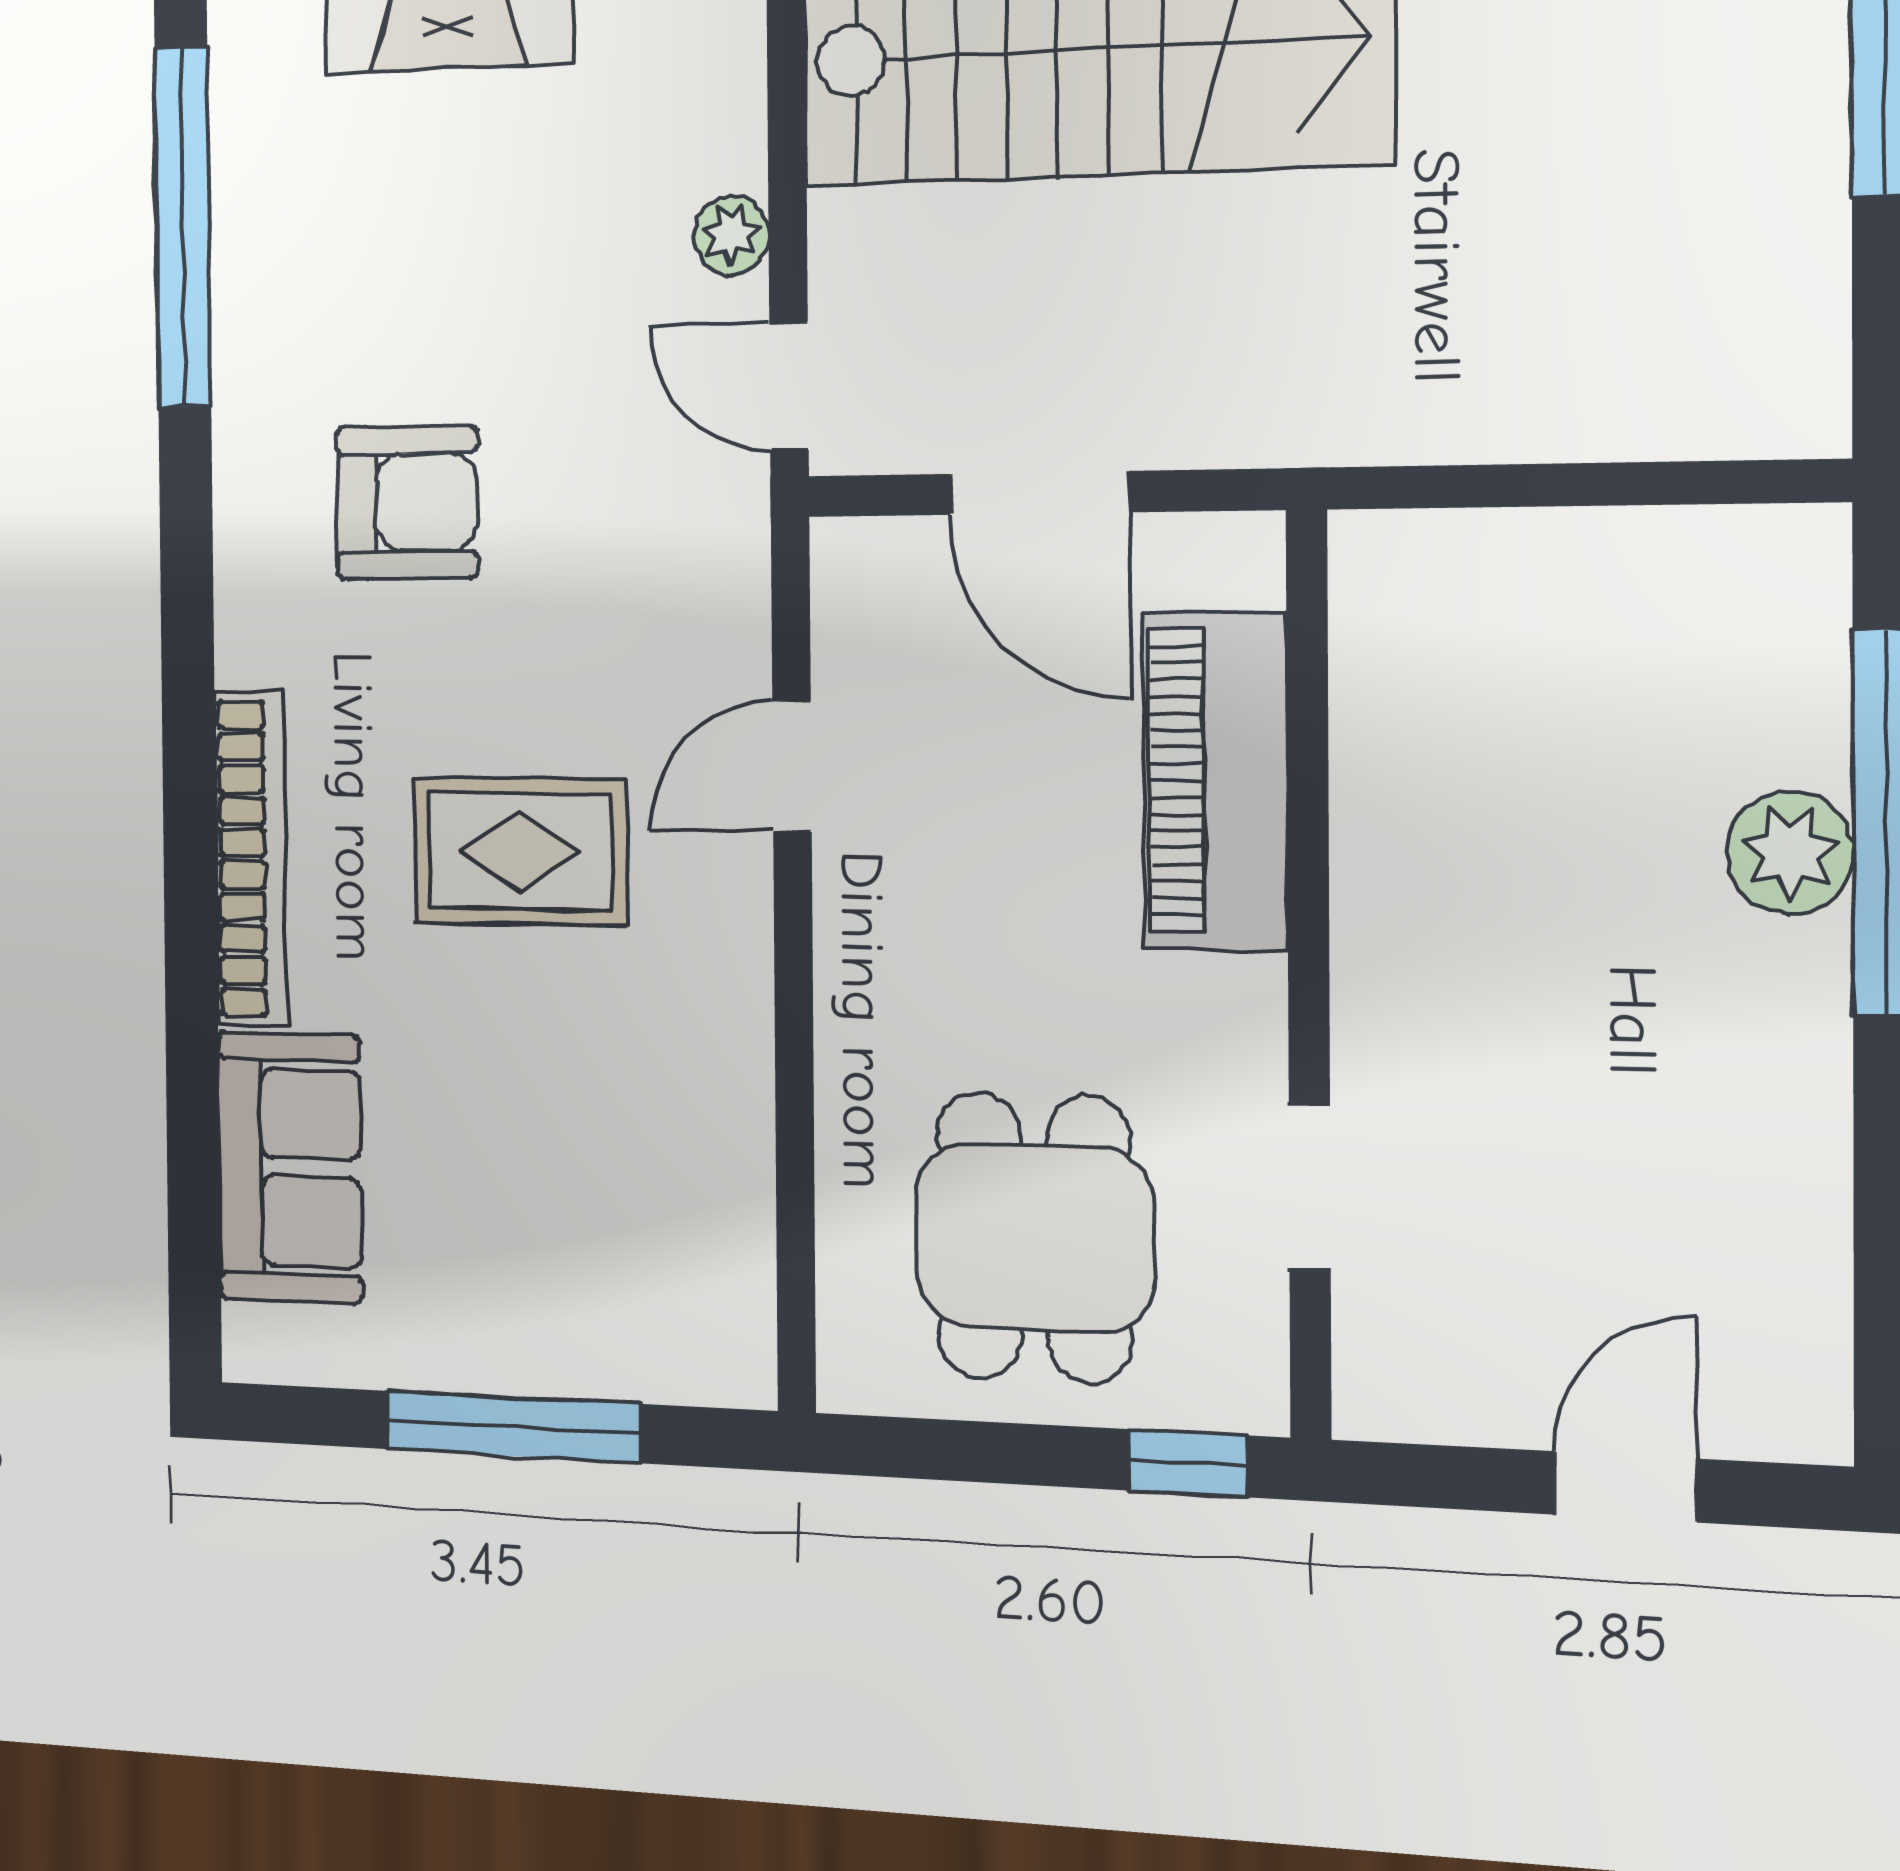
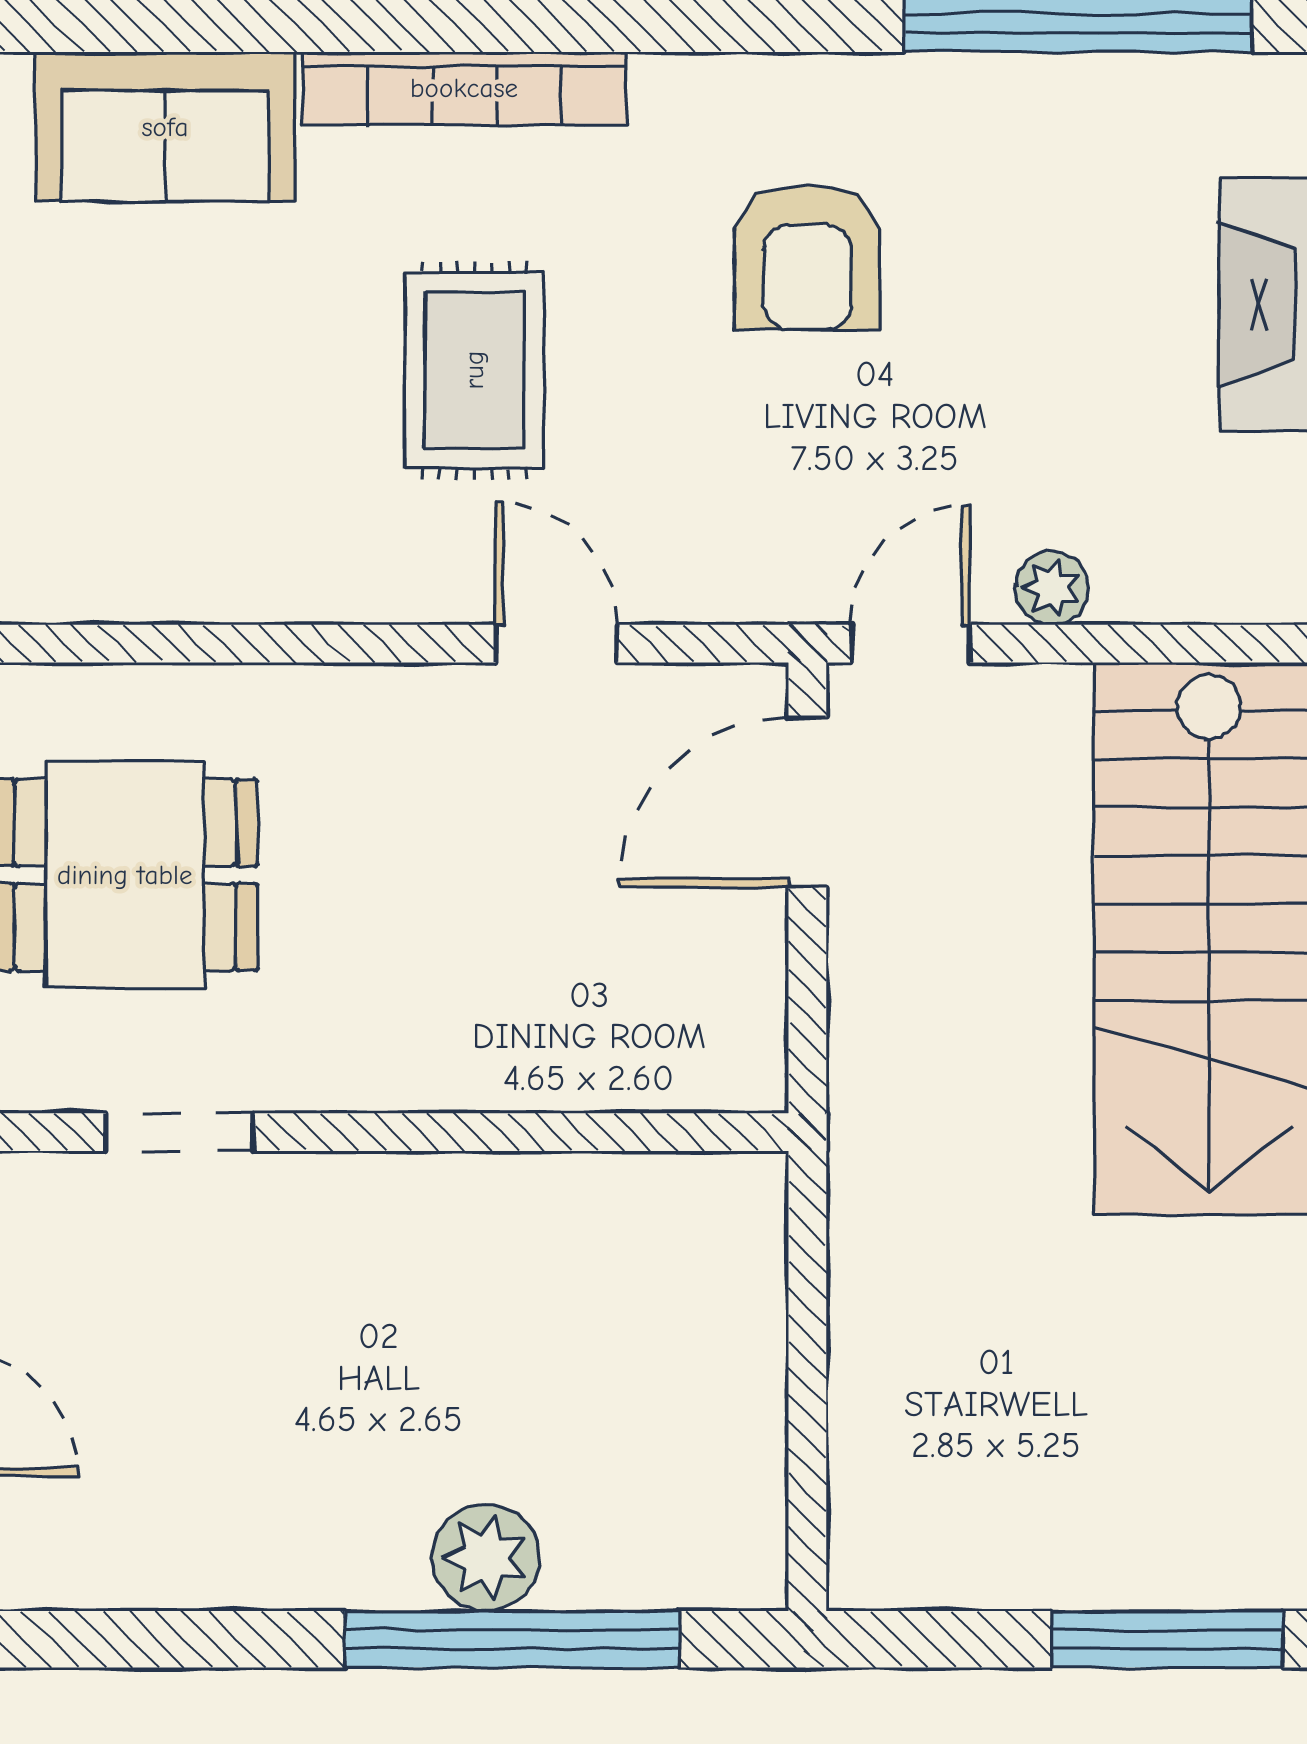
door: (1039, 493) -> (807, 802), moved
piano: (1215, 781) -> (545, 1047), removed

